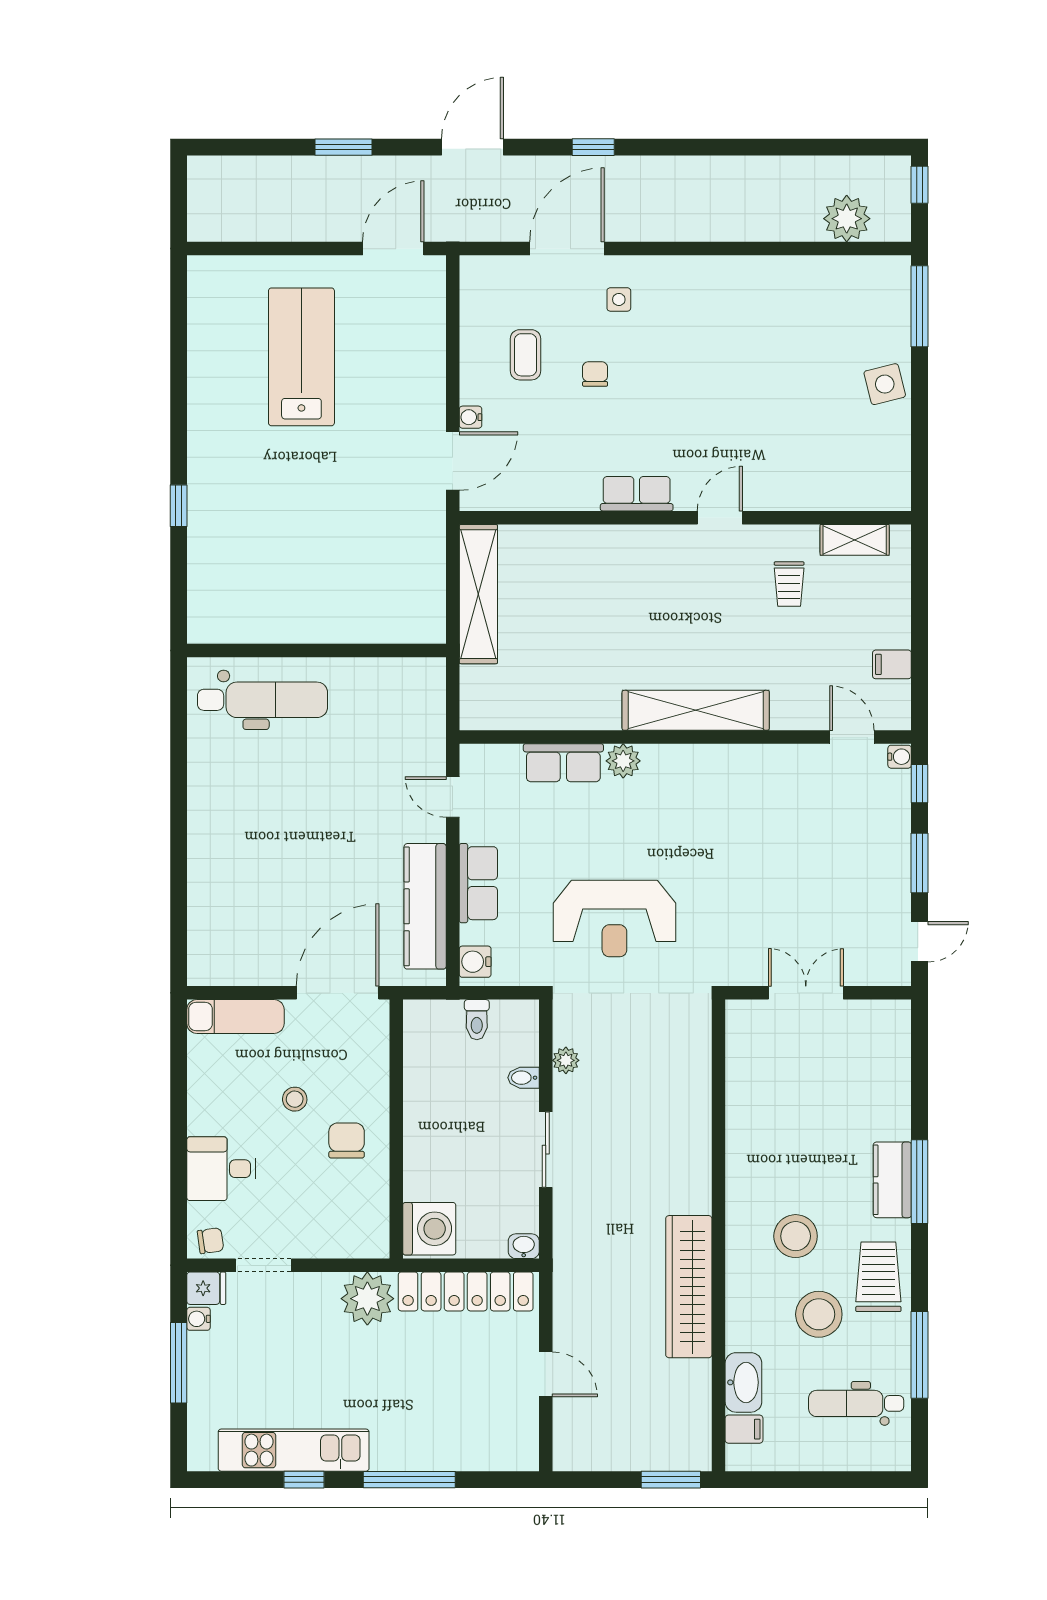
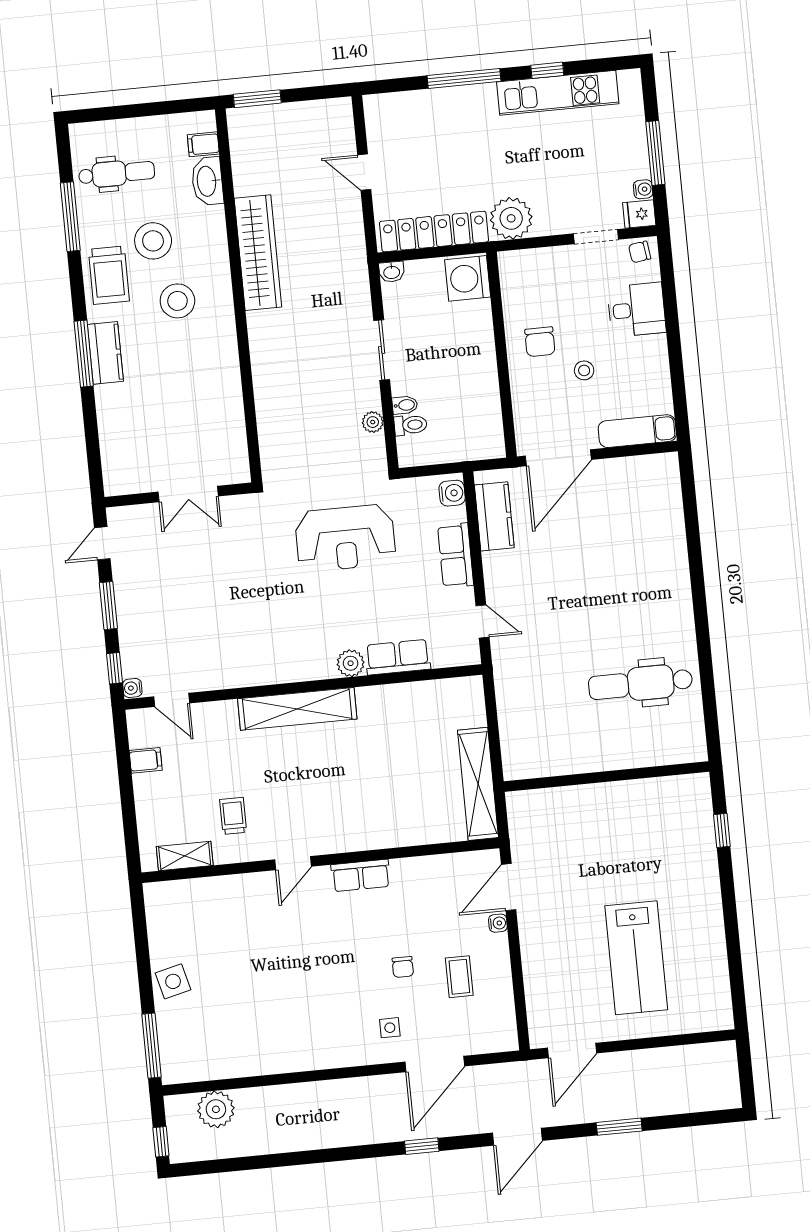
wall: (316, 651) -> (607, 777), moved
kitchen counter: (425, 906) -> (494, 516), width x0.67
reception desk: (614, 918) -> (345, 538), turned 180
toilet: (477, 1020) -> (410, 425), moved, turned 90

